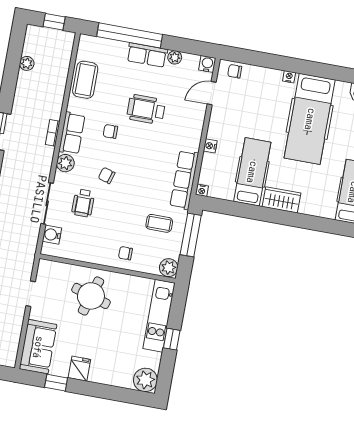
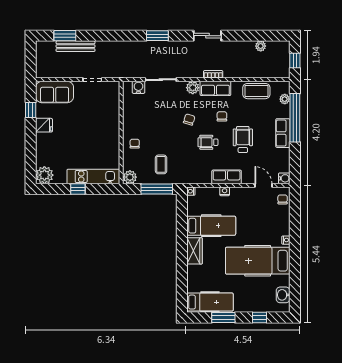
plant: (175, 57) -> (285, 99), moved
row of seats: (184, 180) -> (227, 177), moved, width x0.68
wheelchair: (83, 203) -> (208, 142), moved
round table: (91, 296) -> (99, 124), removed

